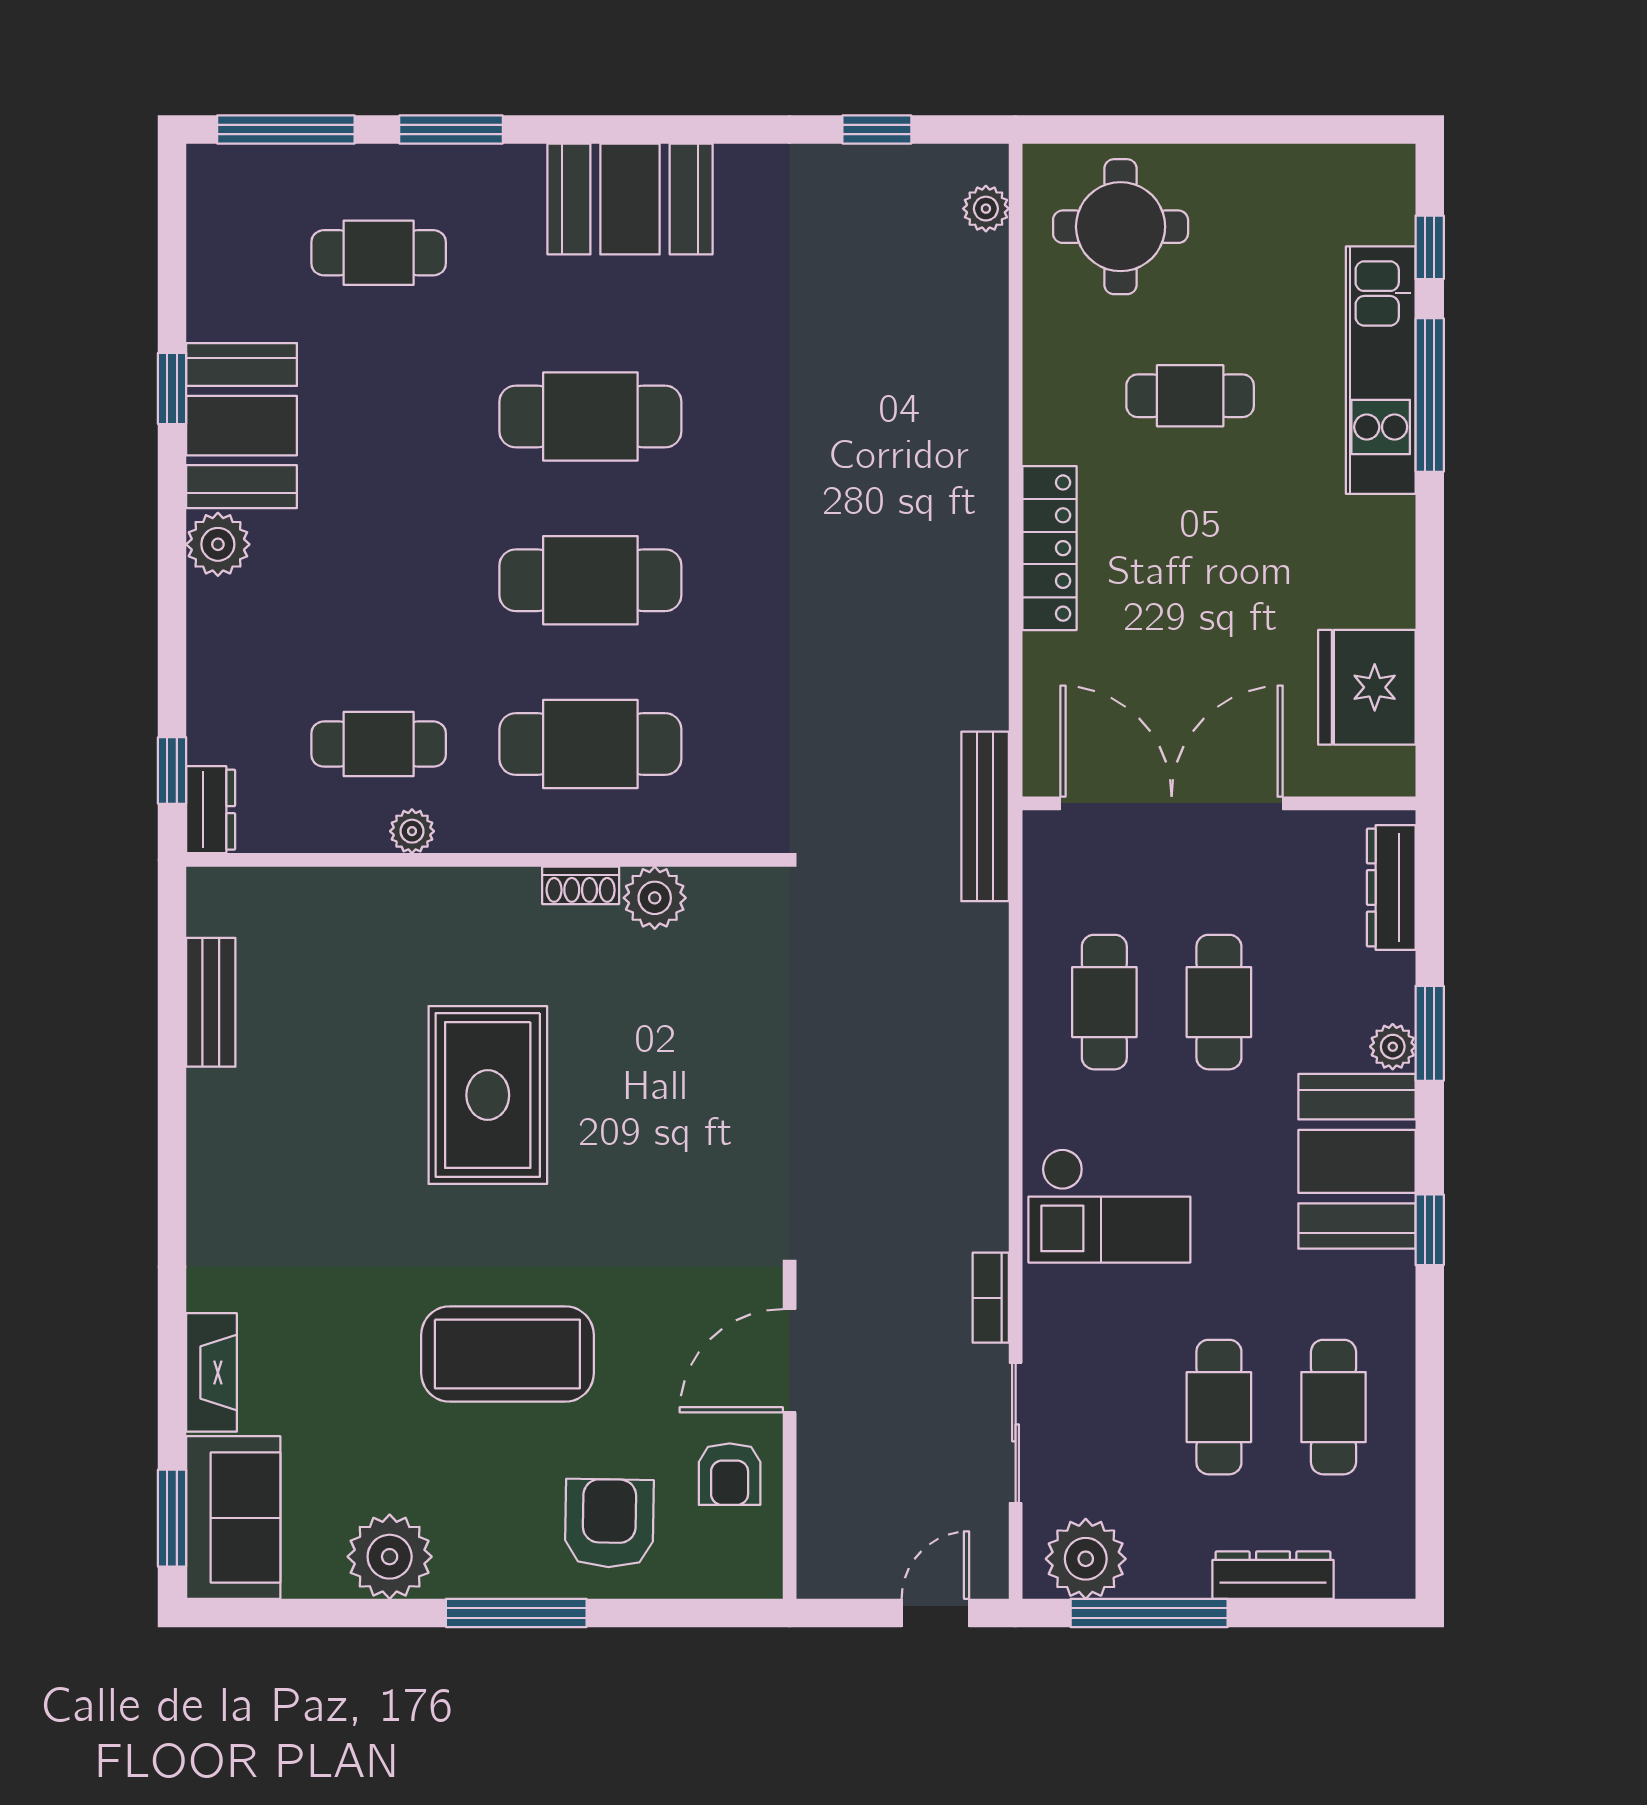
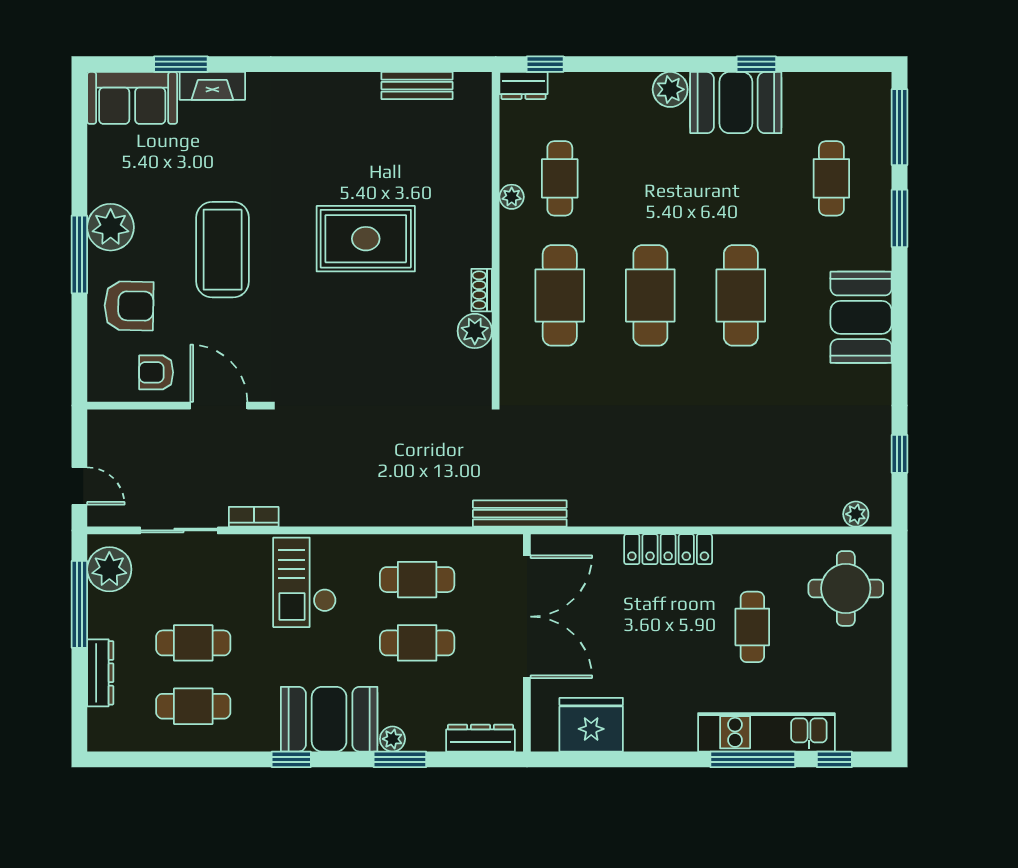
window: (172, 1518) -> (181, 64), moved
plant: (390, 1557) -> (111, 227), moved

